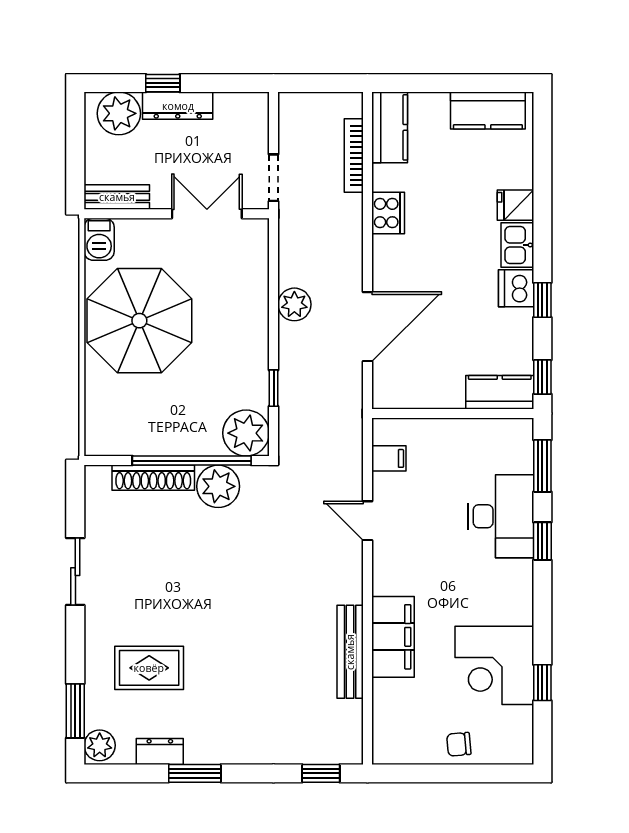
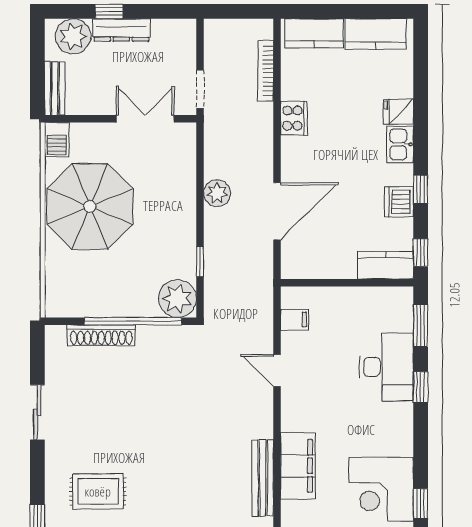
kitchen counter: (390, 127) -> (314, 33), moved, turned 90
bench: (117, 197) -> (55, 88), moved, turned 90
dishwasher: (516, 288) -> (399, 202), moved
plant: (218, 486) -> (154, 342), removed

